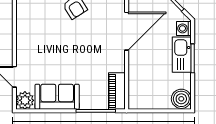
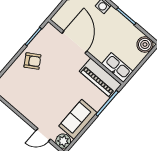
kitchen sink: (182, 55) -> (117, 67), moved, turned 180
piano: (117, 91) -> (100, 78), width x1.37, depth x1.33

